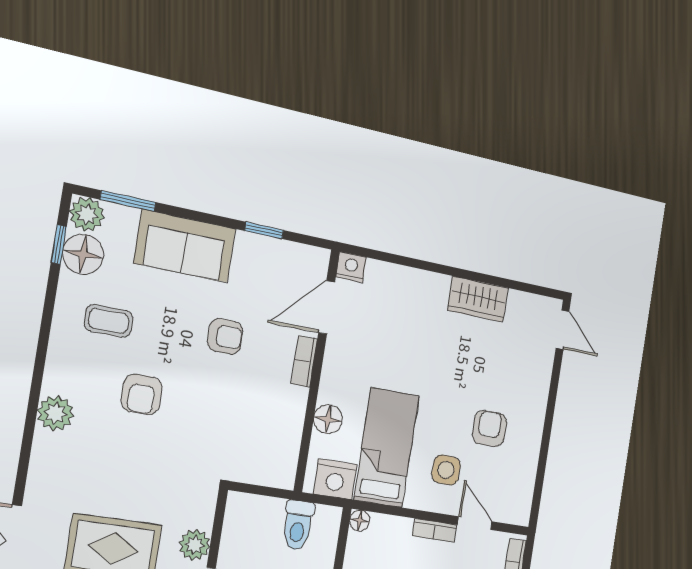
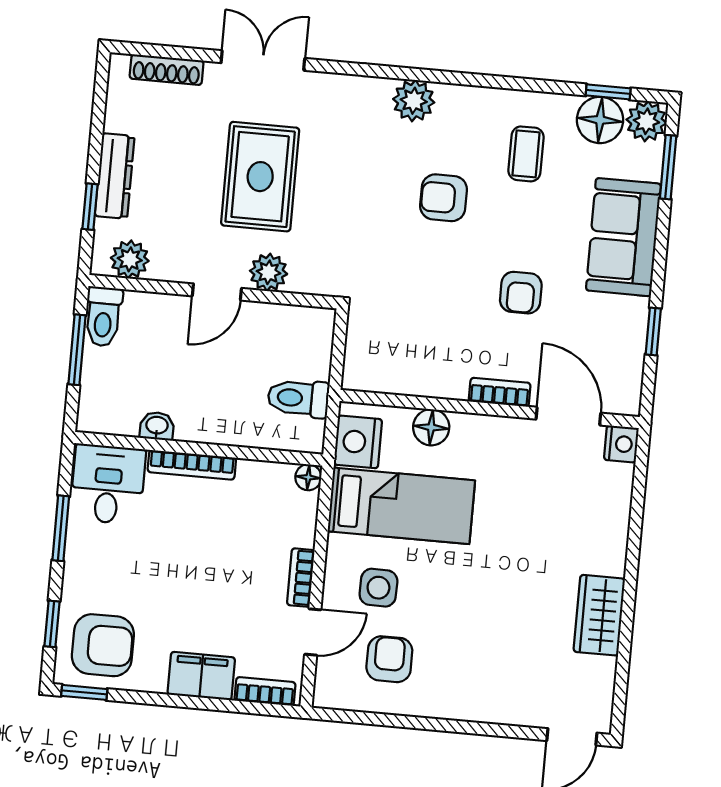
armchair: (489, 428) -> (389, 659), moved, turned -90

